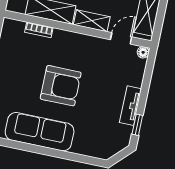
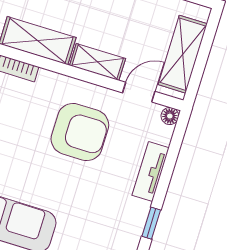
armchair: (61, 86) -> (80, 132), moved
tv unit: (130, 106) -> (151, 171), moved

